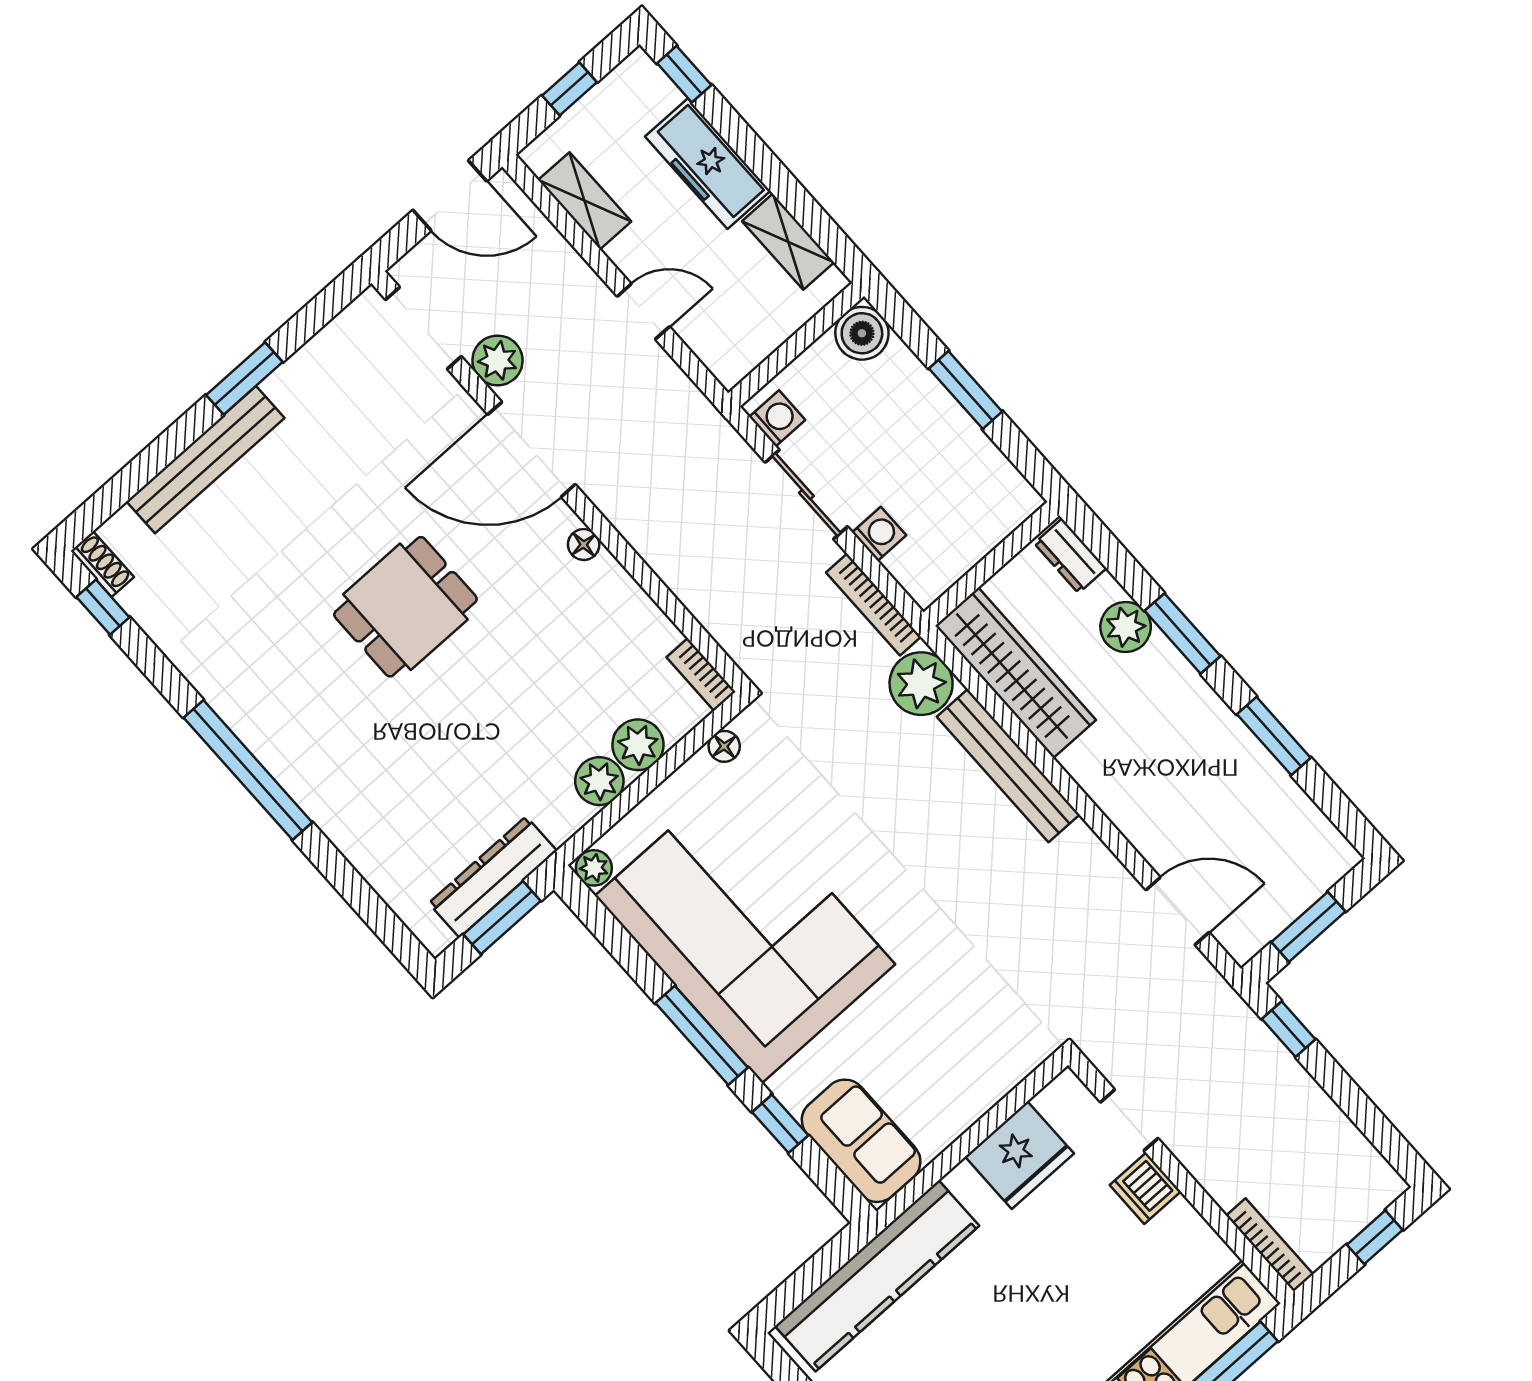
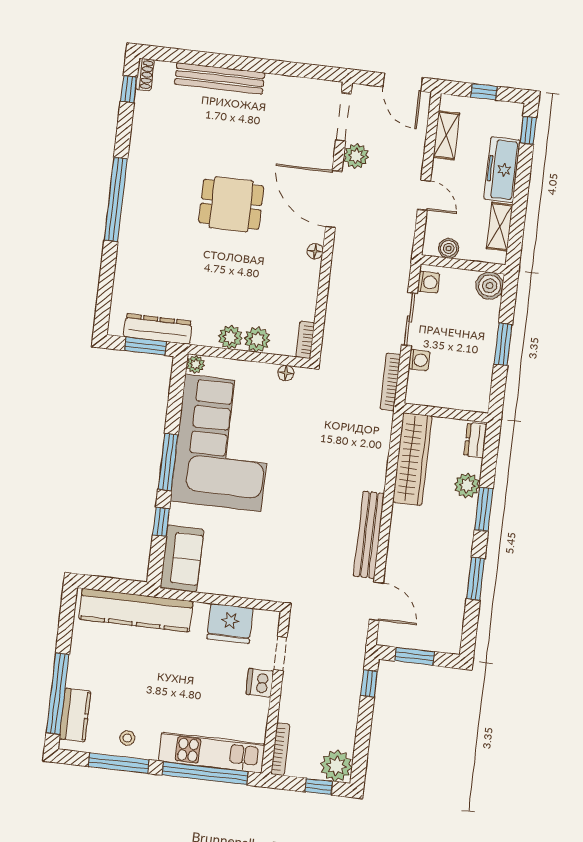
boiler: (754, 345) -> (449, 248), added
window: (244, 379) -> (264, 66), removed
plant: (921, 684) -> (336, 766), moved
bench: (1008, 766) -> (369, 535), moved

